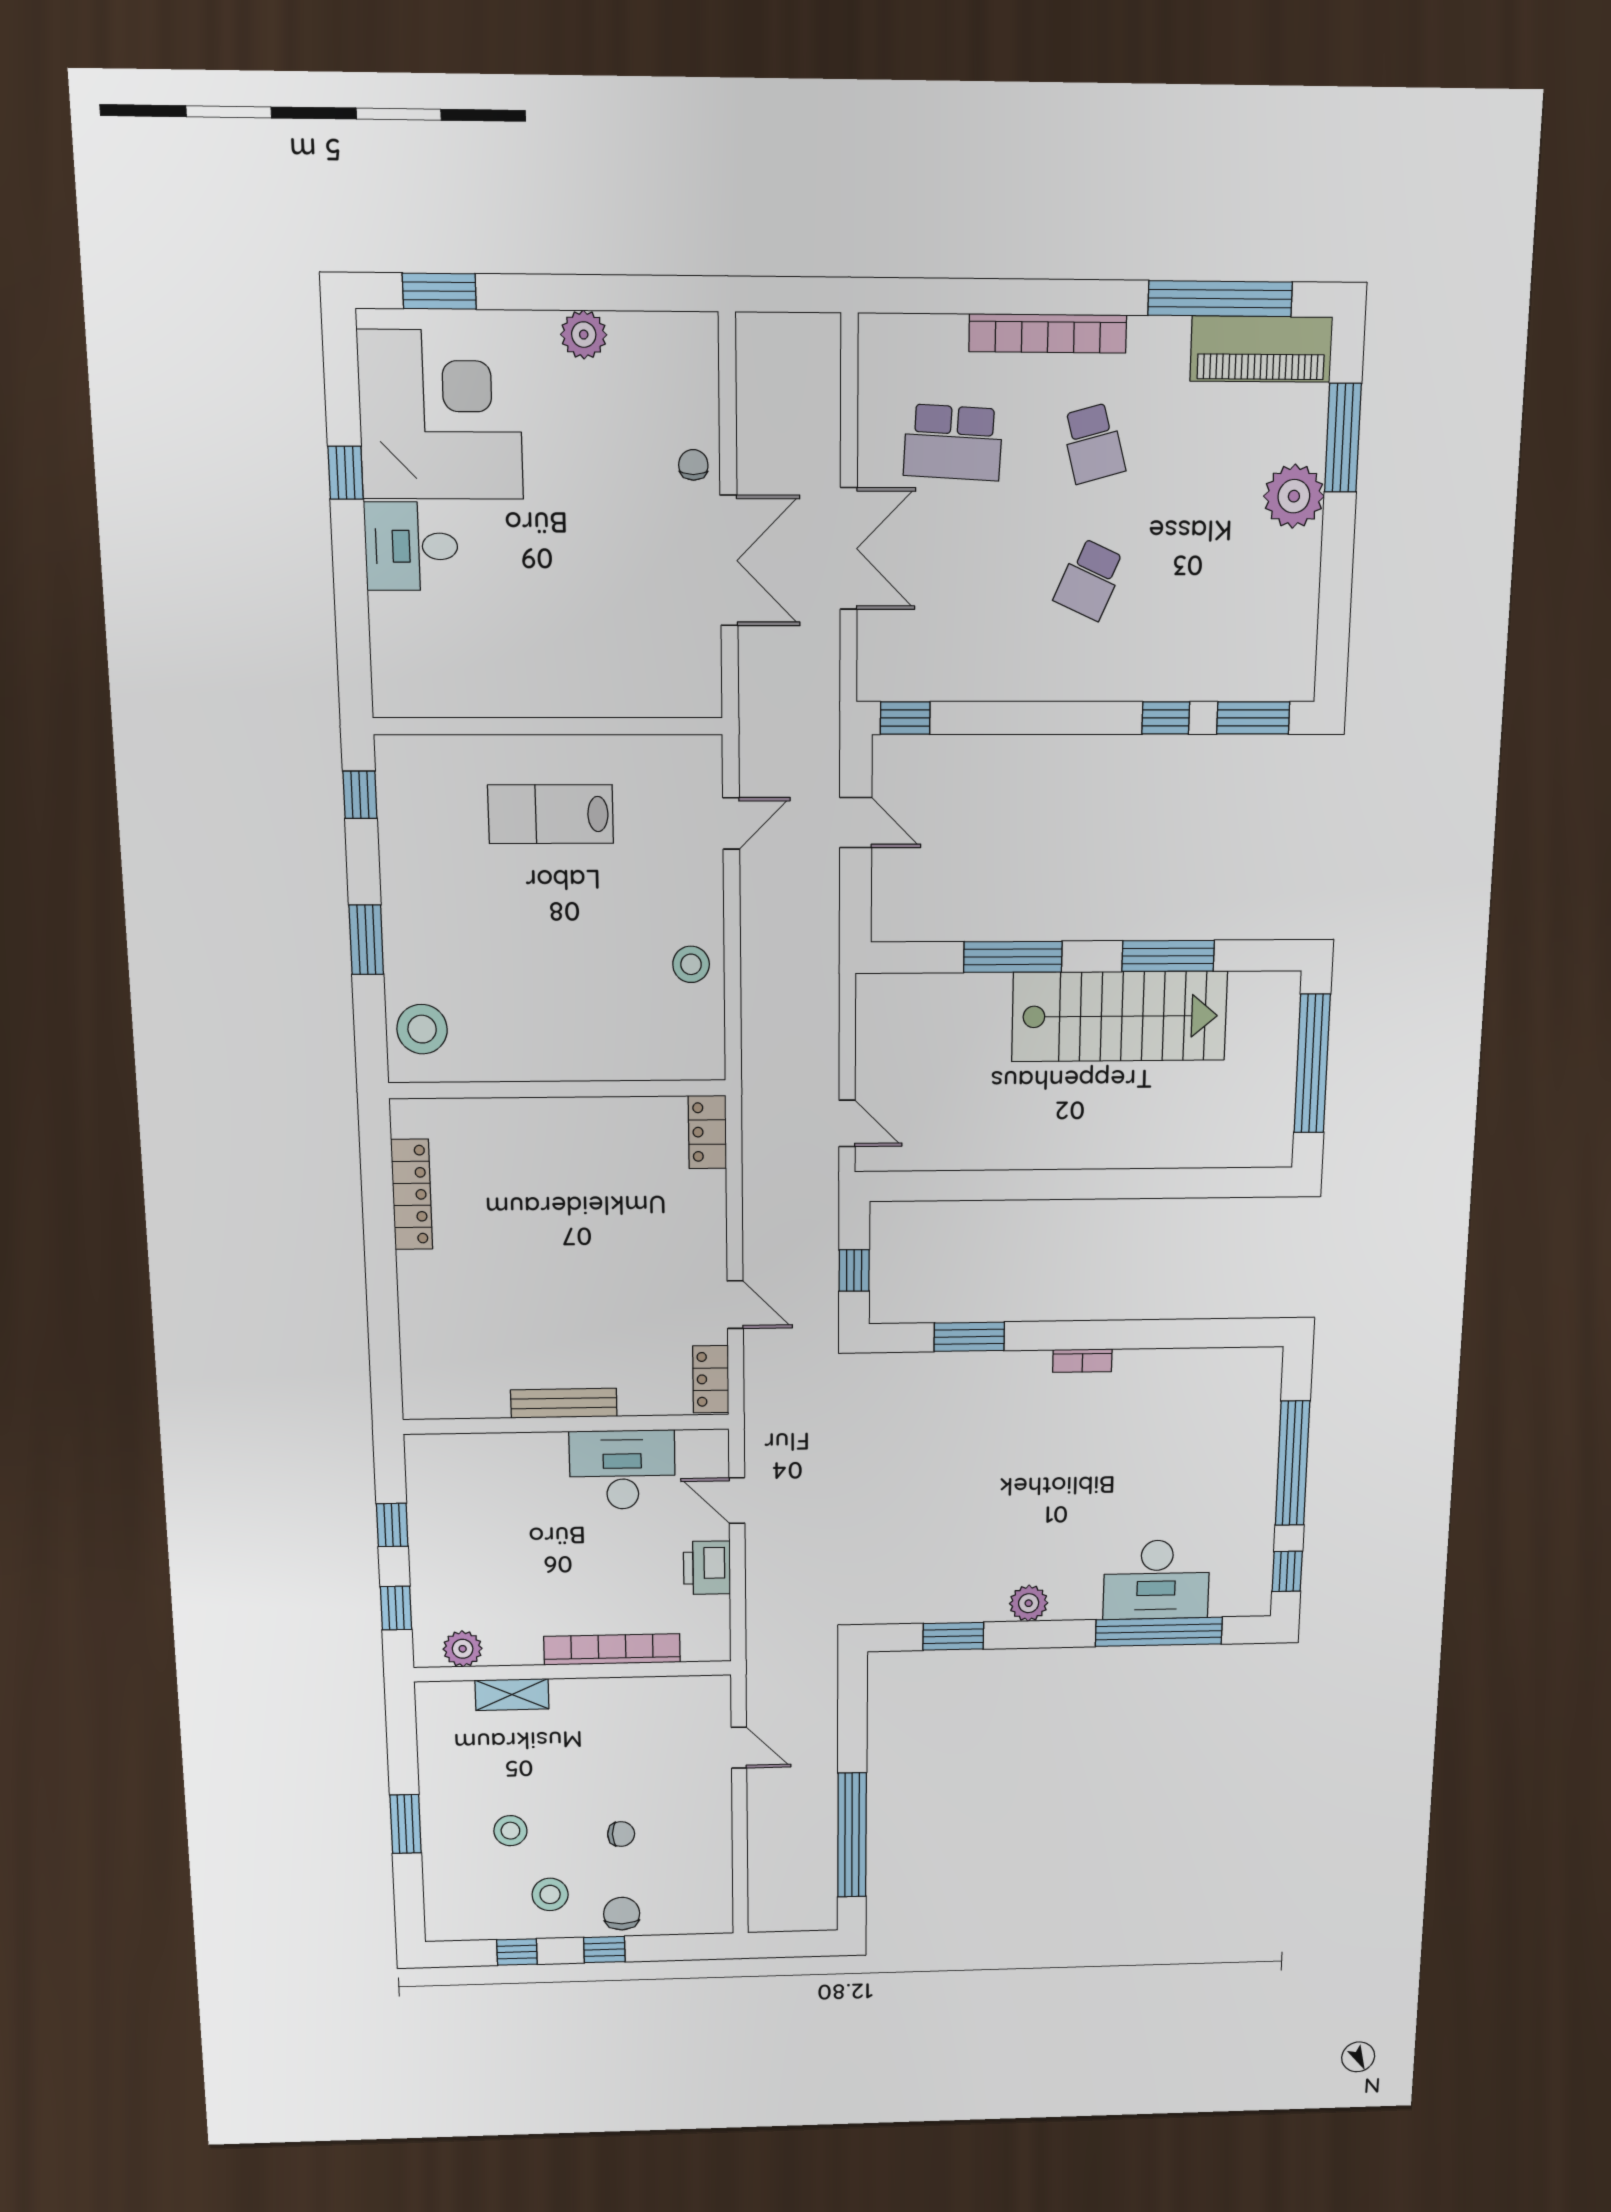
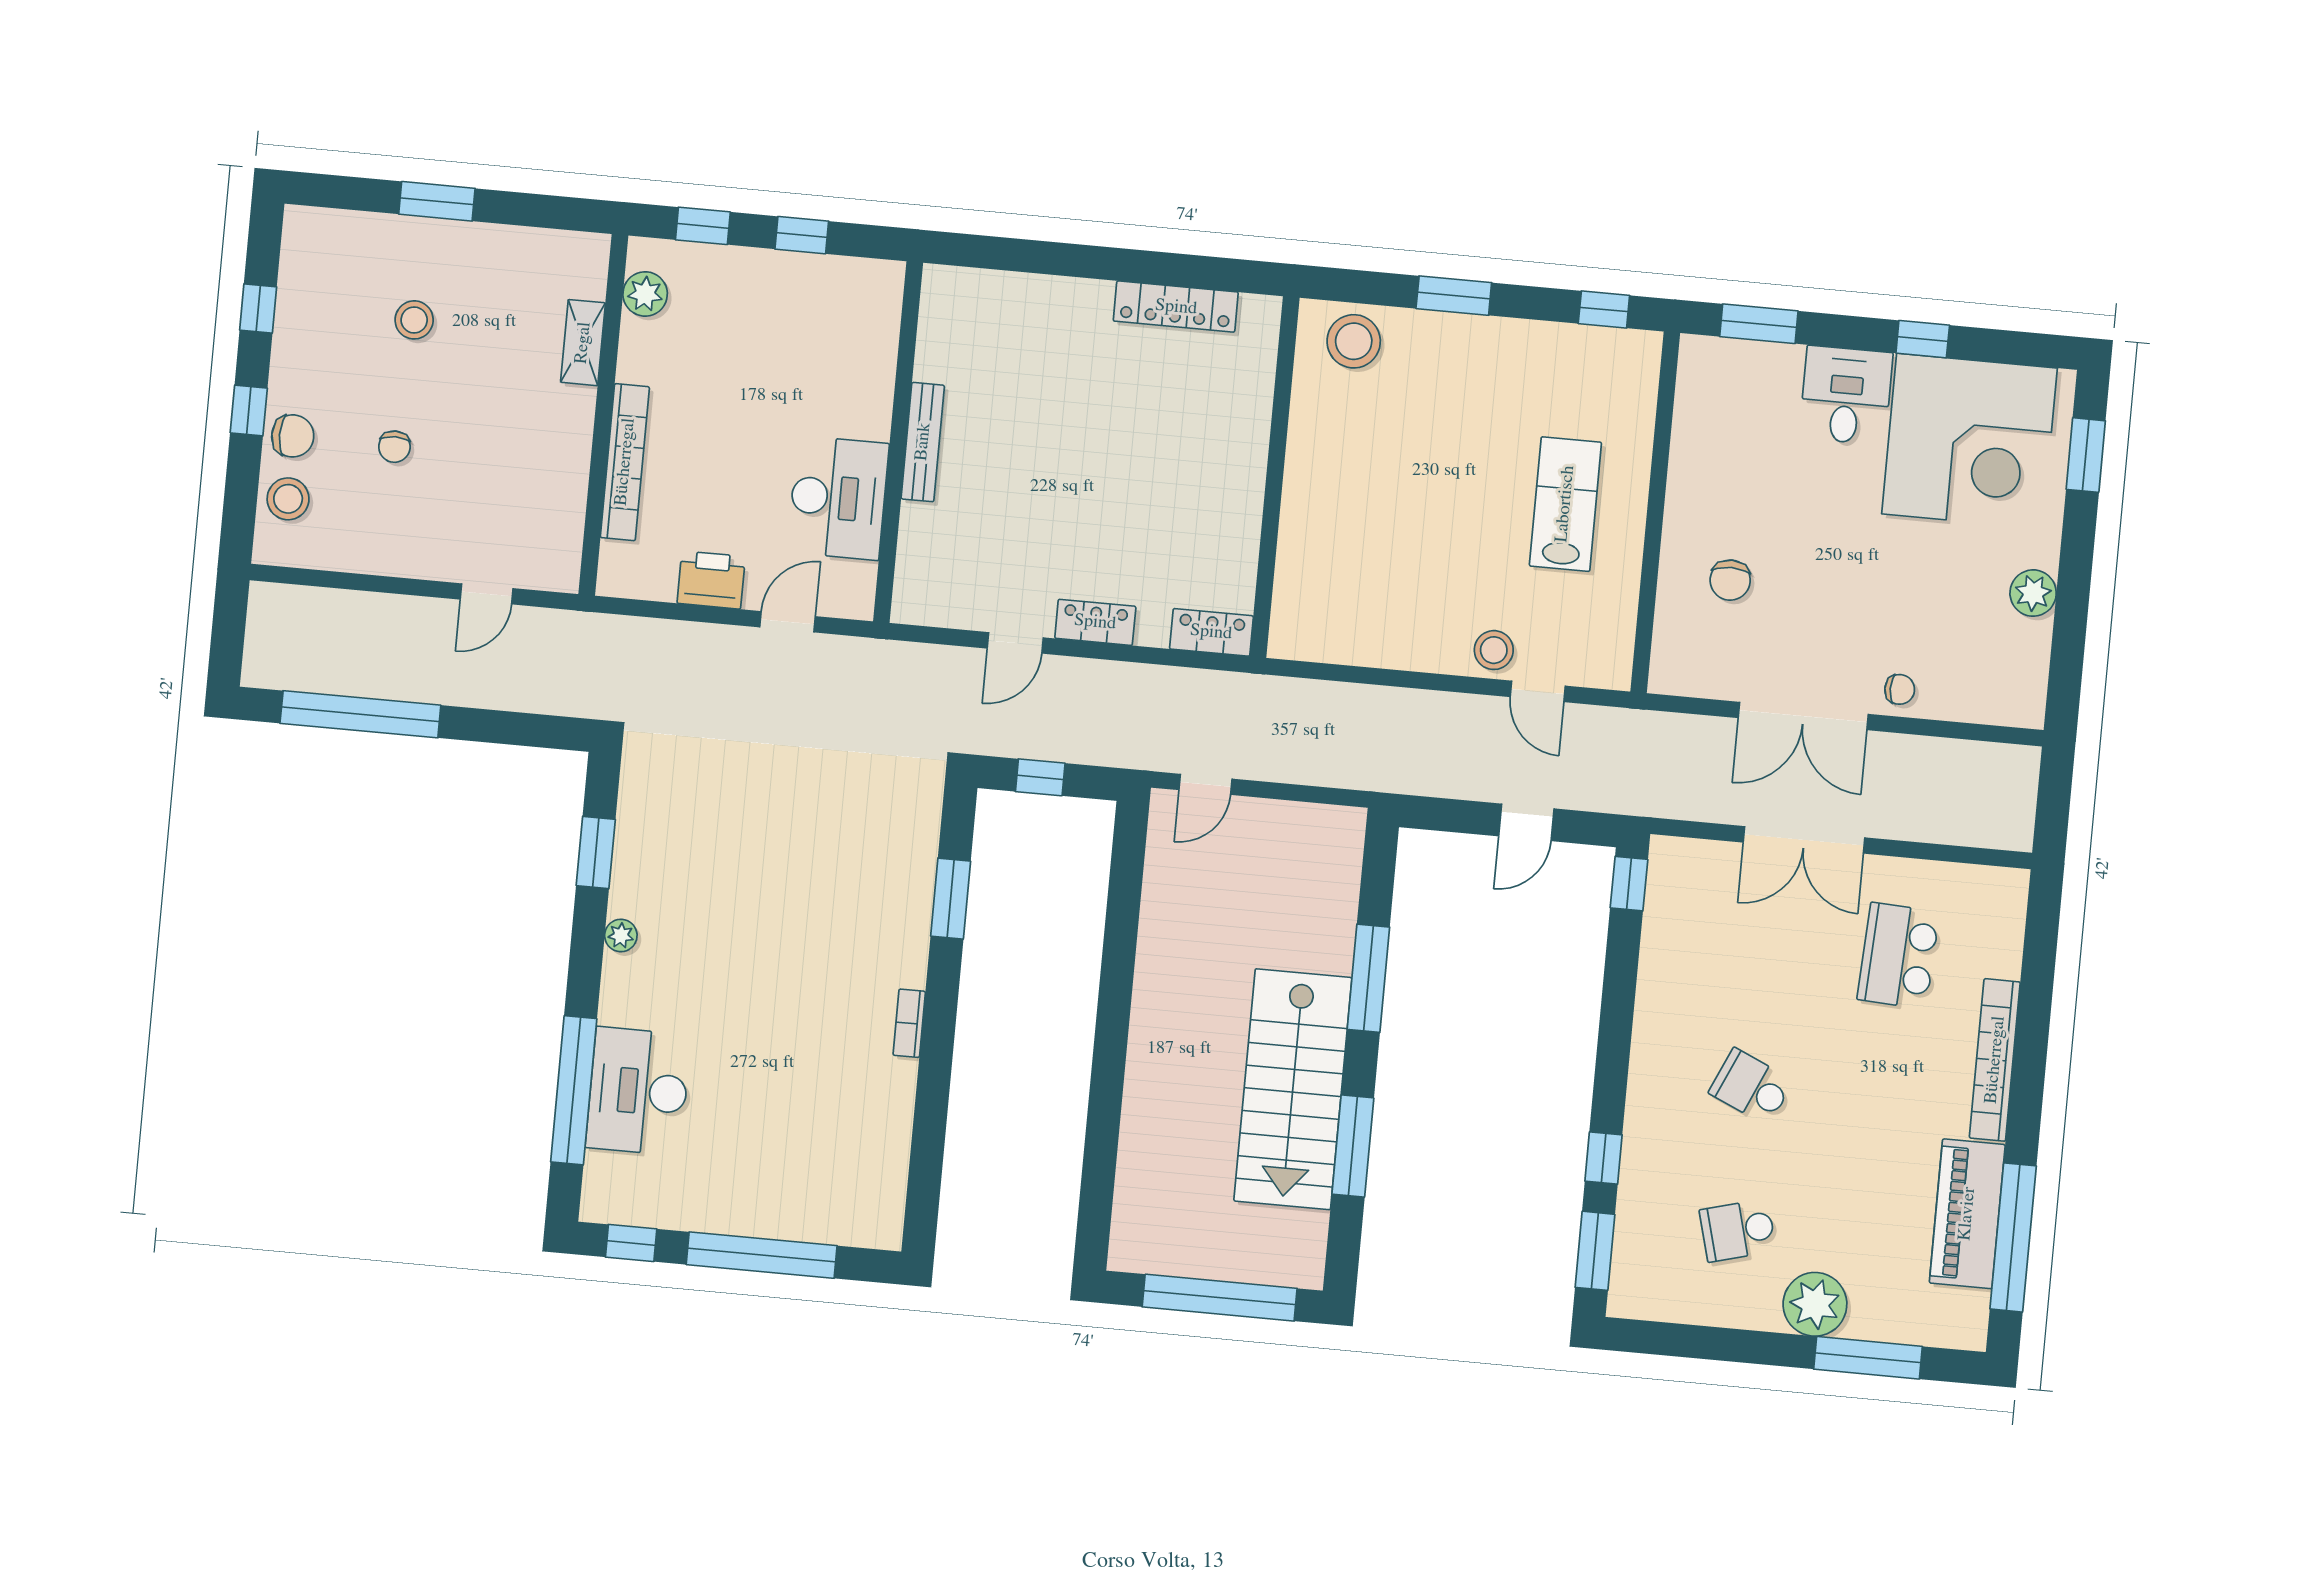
piano: (1261, 349) -> (1967, 1214), moved
school desk: (1093, 443) -> (1738, 1230), moved
window: (353, 641) -> (1759, 324), added
chair: (605, 646) -> (1730, 580), added
stool: (691, 964) -> (1494, 650), moved
locker: (711, 1379) -> (1095, 622), moved
plant: (1029, 1603) -> (621, 936), width x0.73, depth x0.73
stool: (550, 1894) -> (288, 499), moved

